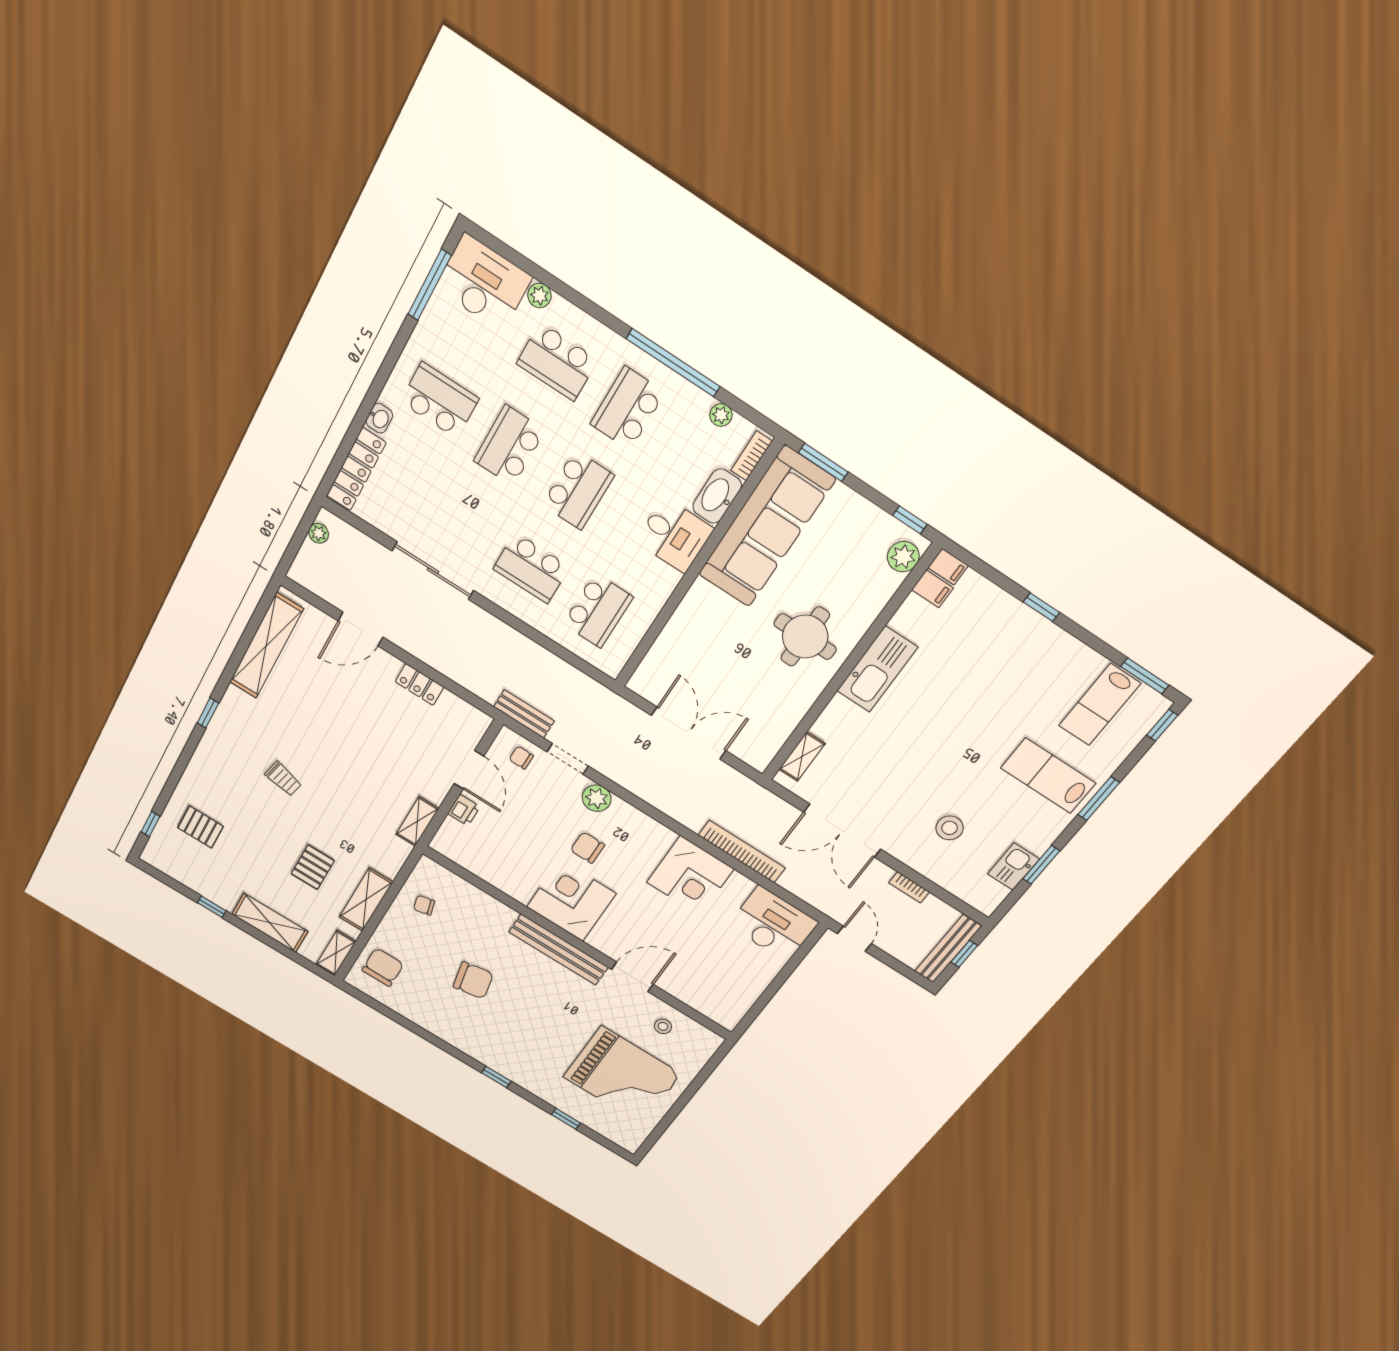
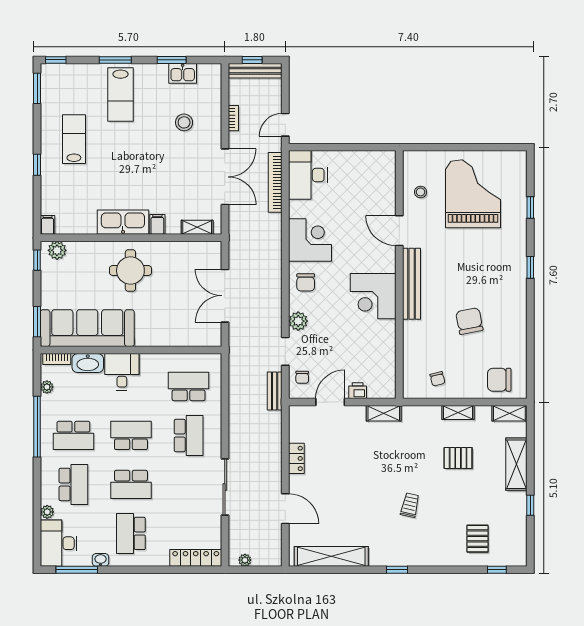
washbasin: (379, 418) -> (101, 560), moved
filing cabinet: (932, 589) -> (157, 224), moved
lab bench: (1100, 705) -> (74, 139), moved, turned -90
chair: (587, 848) -> (306, 282), moved
bookcase: (742, 852) -> (275, 182), moved
shelving: (366, 900) -> (458, 413), width x0.67, depth x0.75

